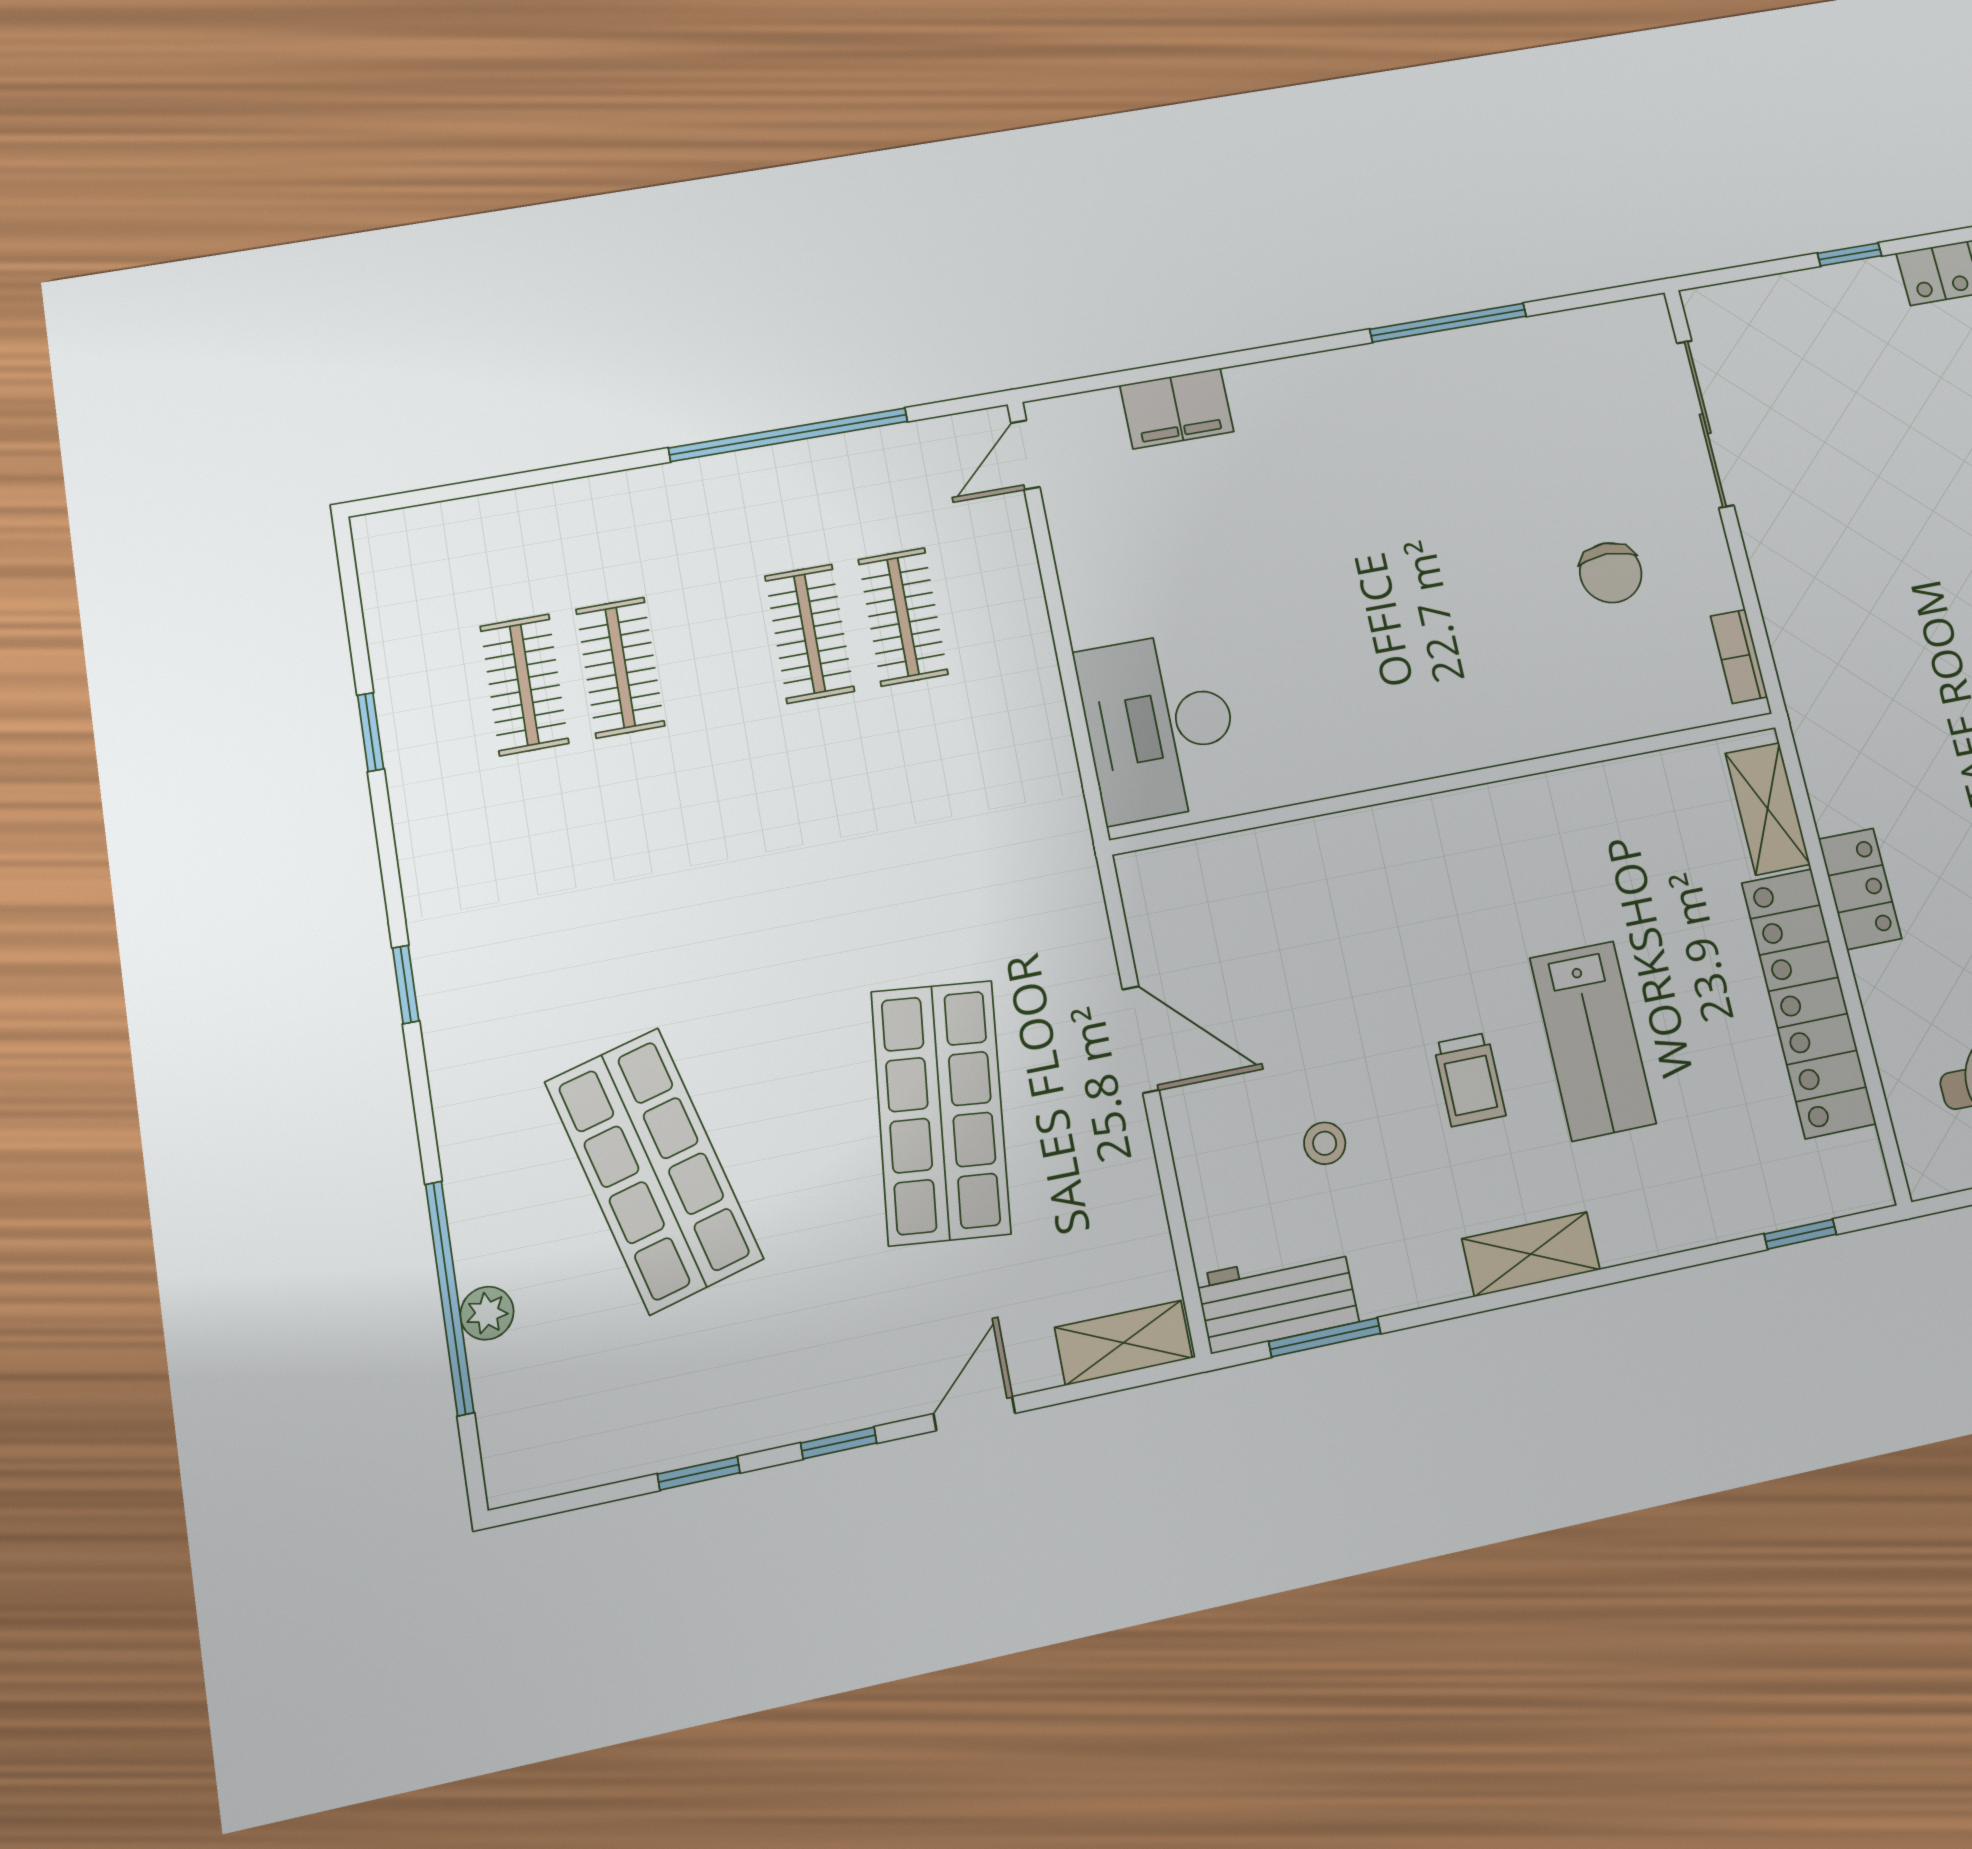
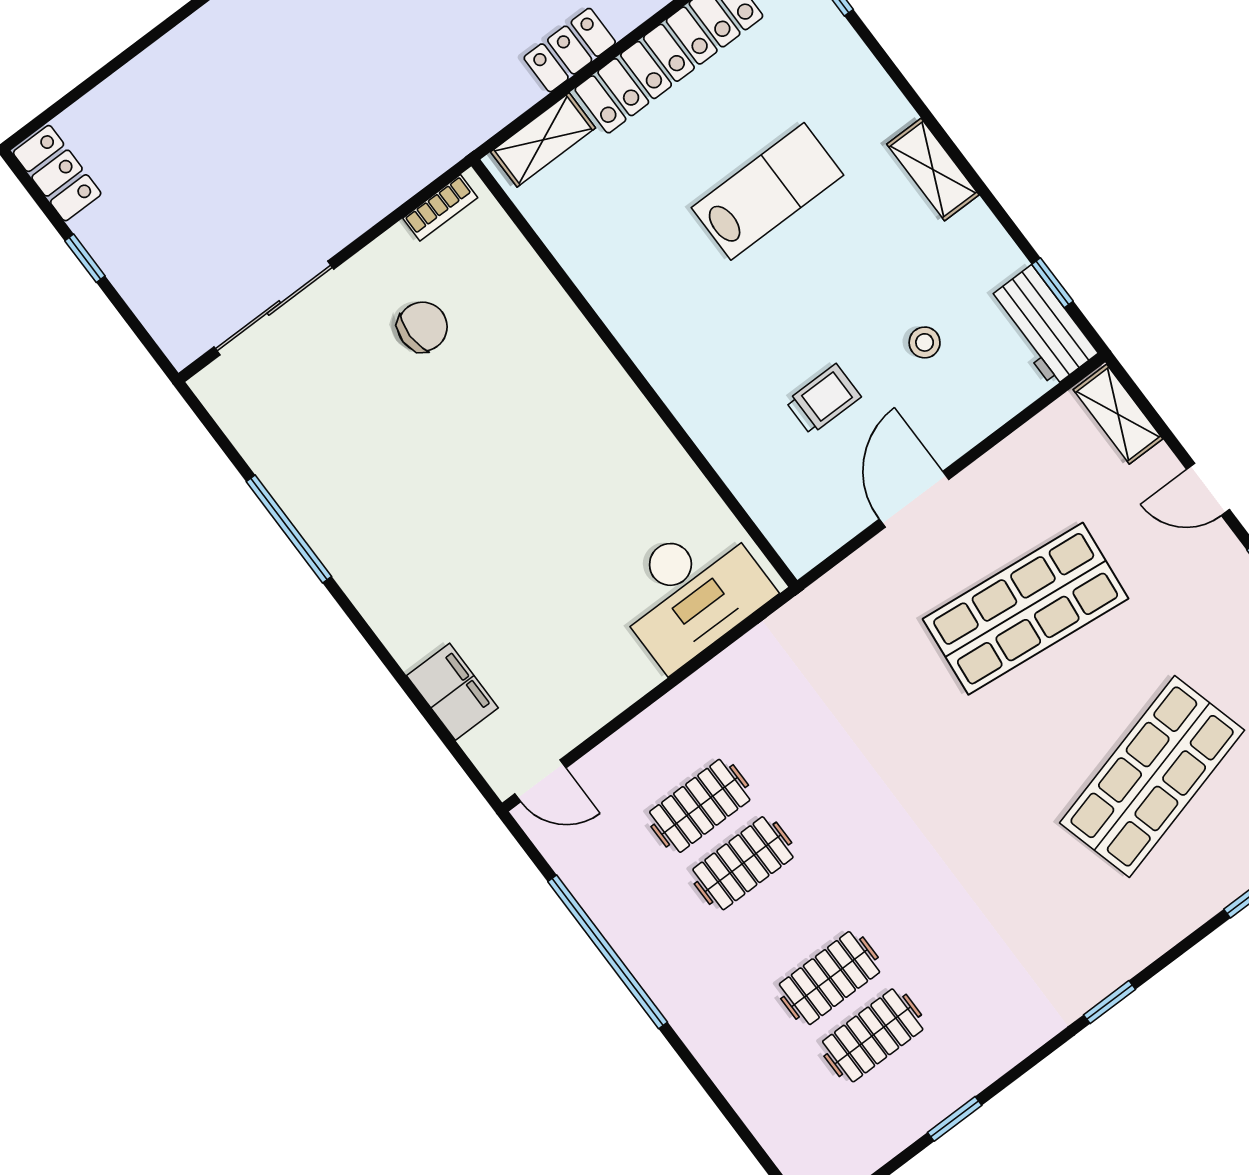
trolley: (1469, 1080) -> (823, 399), moved
window: (1325, 1337) -> (1052, 283), width x0.67

